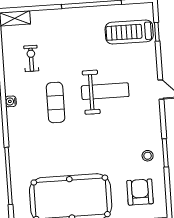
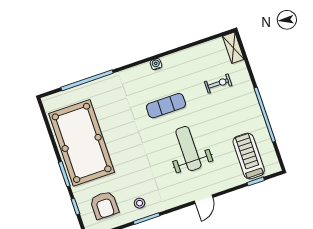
exercise bike: (31, 58) -> (218, 84), moved
weight bench: (105, 91) -> (188, 148), turned 180
armchair: (140, 192) -> (104, 205), turned 90

